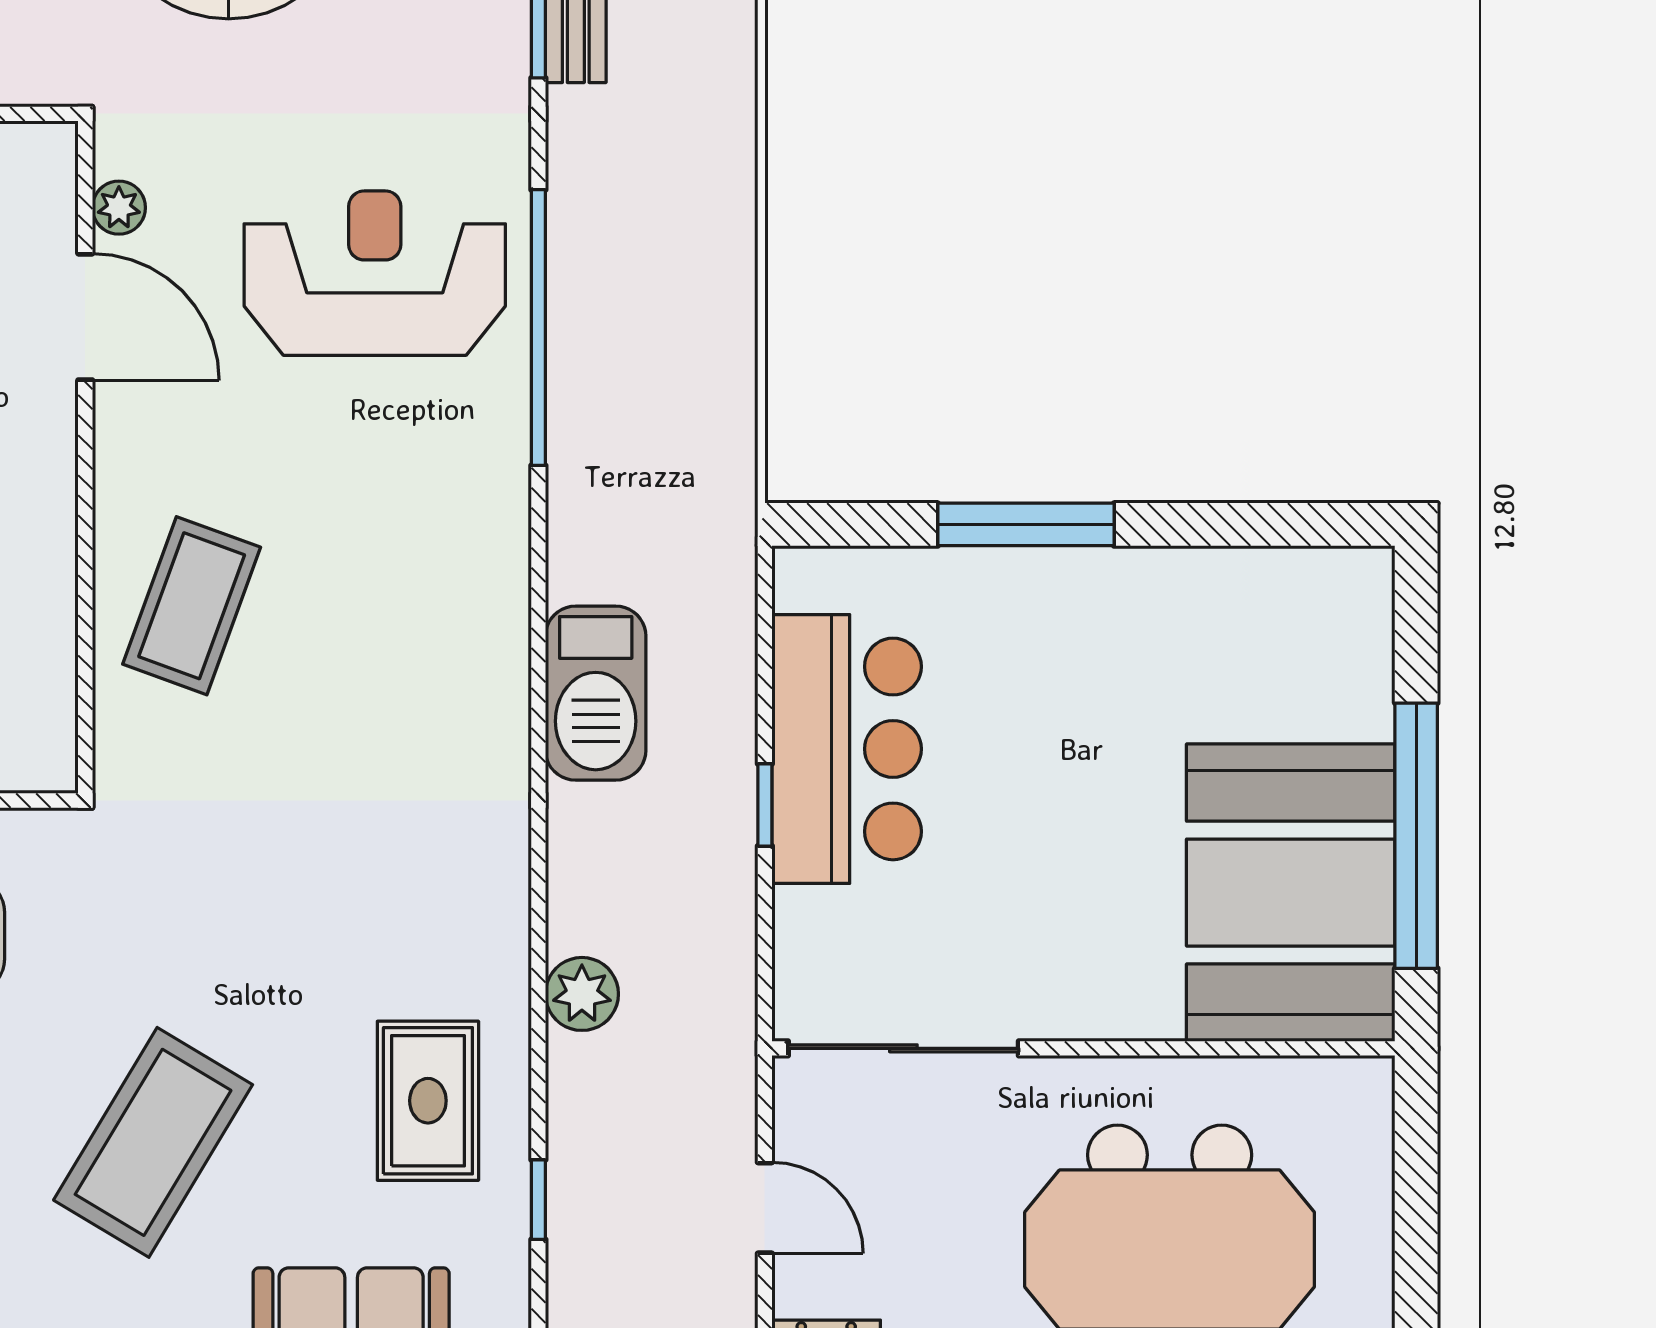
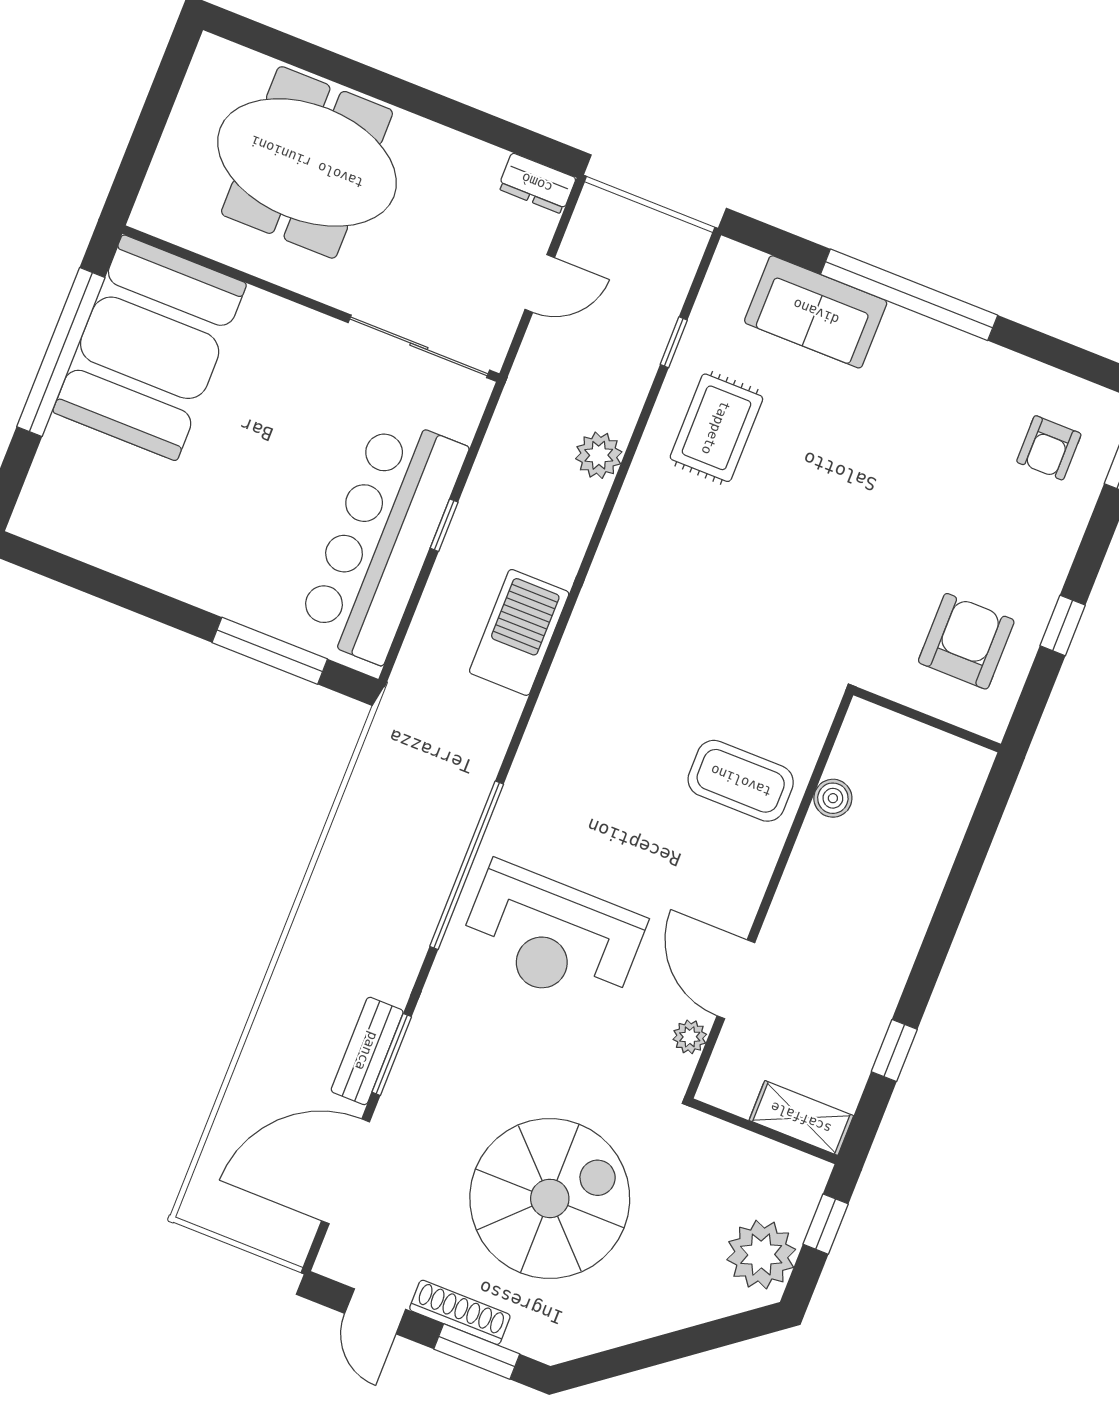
window: (1026, 524) -> (270, 651), moved
coffee table: (192, 606) -> (741, 781), turned 70
boiler: (49, 633) -> (833, 798), added
bar counter: (847, 749) -> (382, 539), width x1.36
coffee table: (153, 1142) -> (891, 468), removed
door: (765, 1208) -> (540, 284), swing flipped

